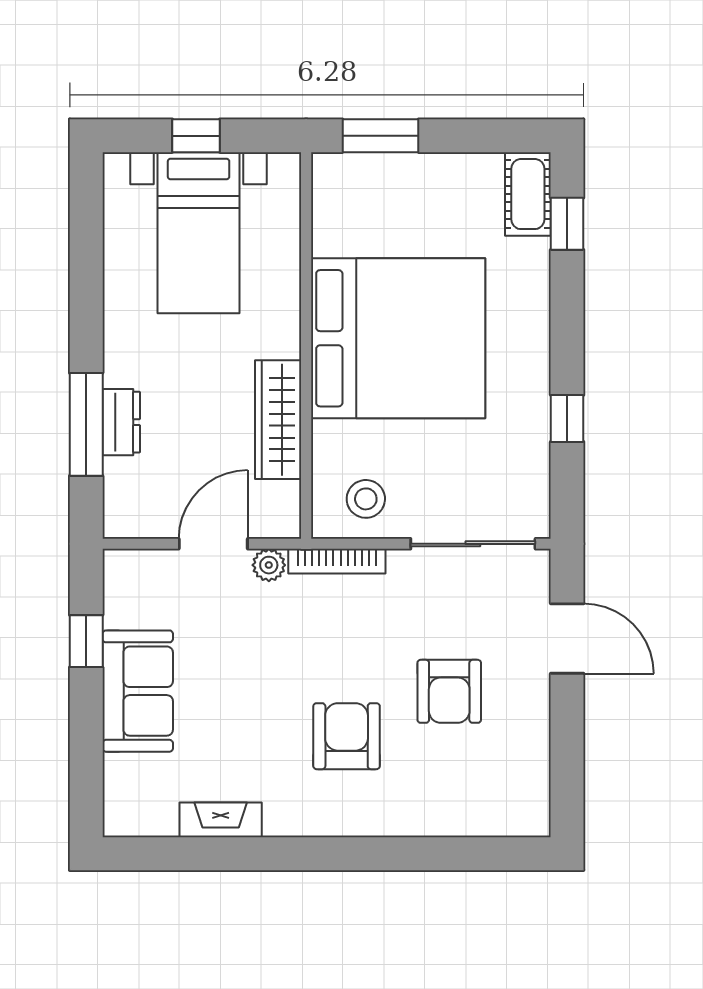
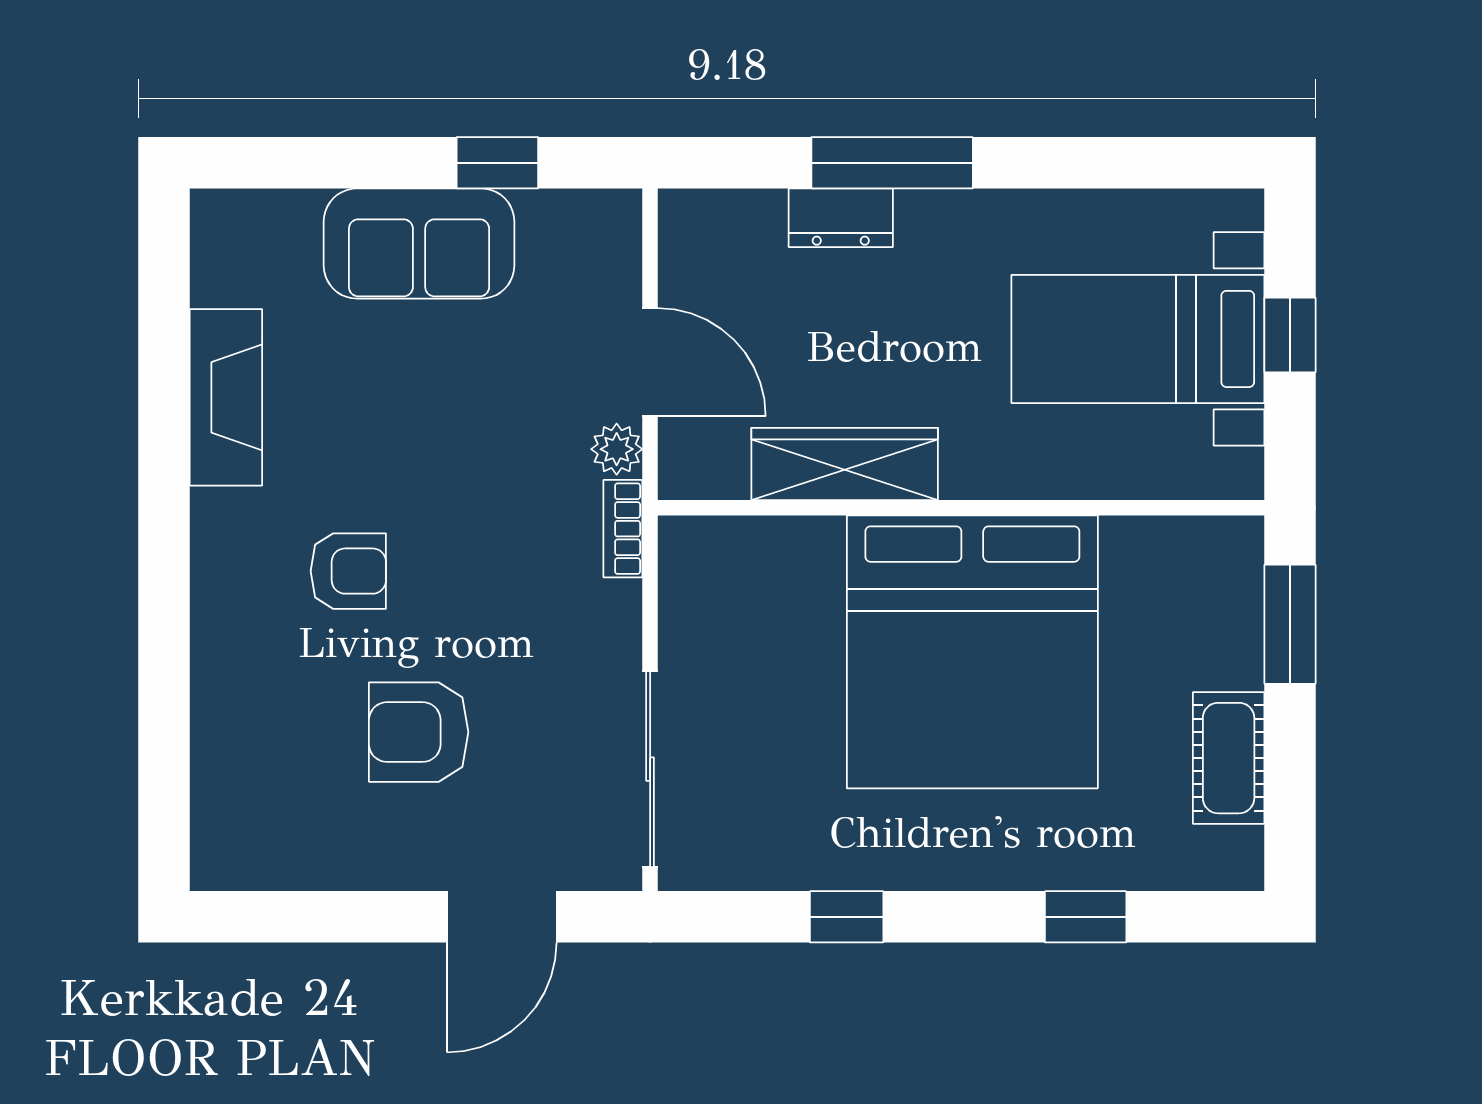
cot: (528, 194) -> (1229, 758), moved, turned 90
window: (567, 224) -> (1086, 917), moved
window: (86, 424) -> (892, 163), moved
stool: (366, 499) -> (720, 601), removed
bookcase: (337, 561) -> (623, 529), width x0.64
armchair: (347, 736) -> (348, 571), width x0.72, depth x0.72
fireplace: (221, 820) -> (226, 397), width x1.37, depth x1.32

